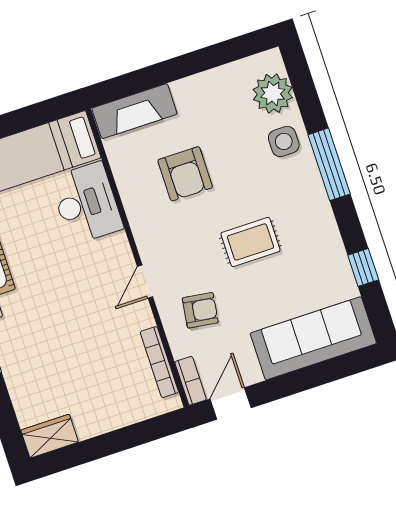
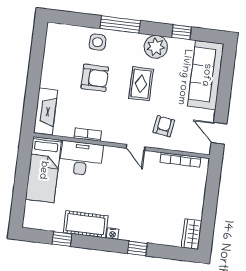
plant: (273, 93) -> (156, 47), moved
armchair: (185, 174) -> (95, 78), moved
bookcase: (191, 381) -> (88, 135), moved

